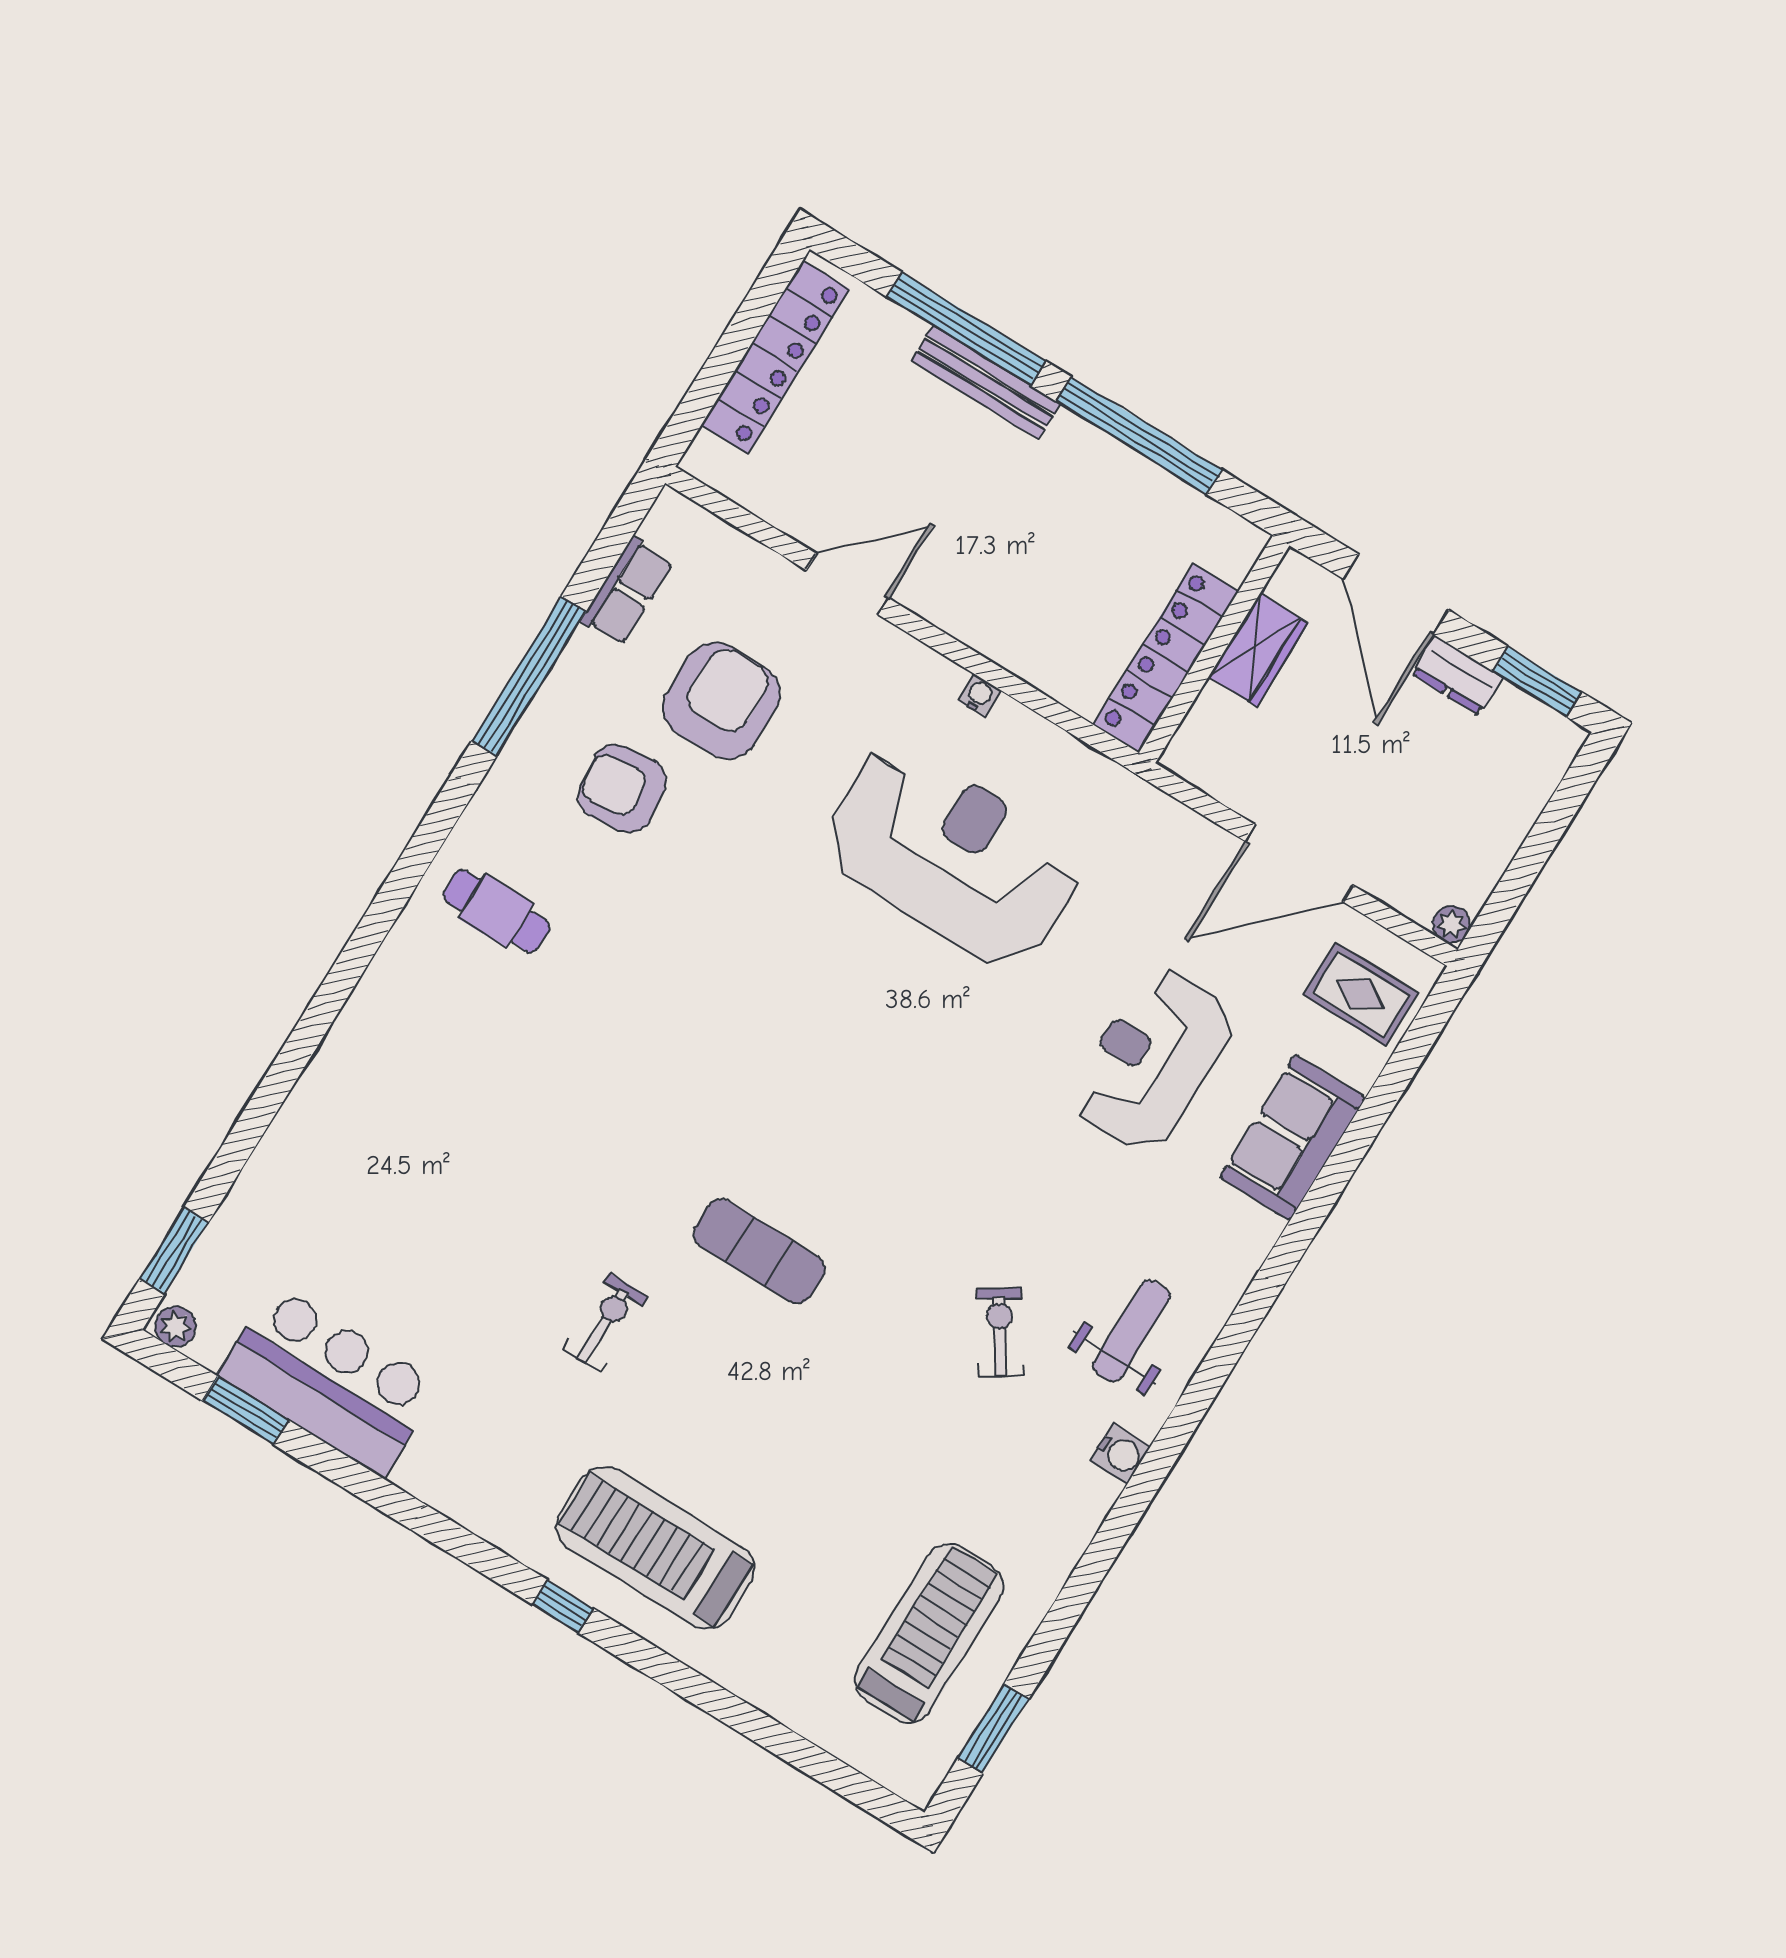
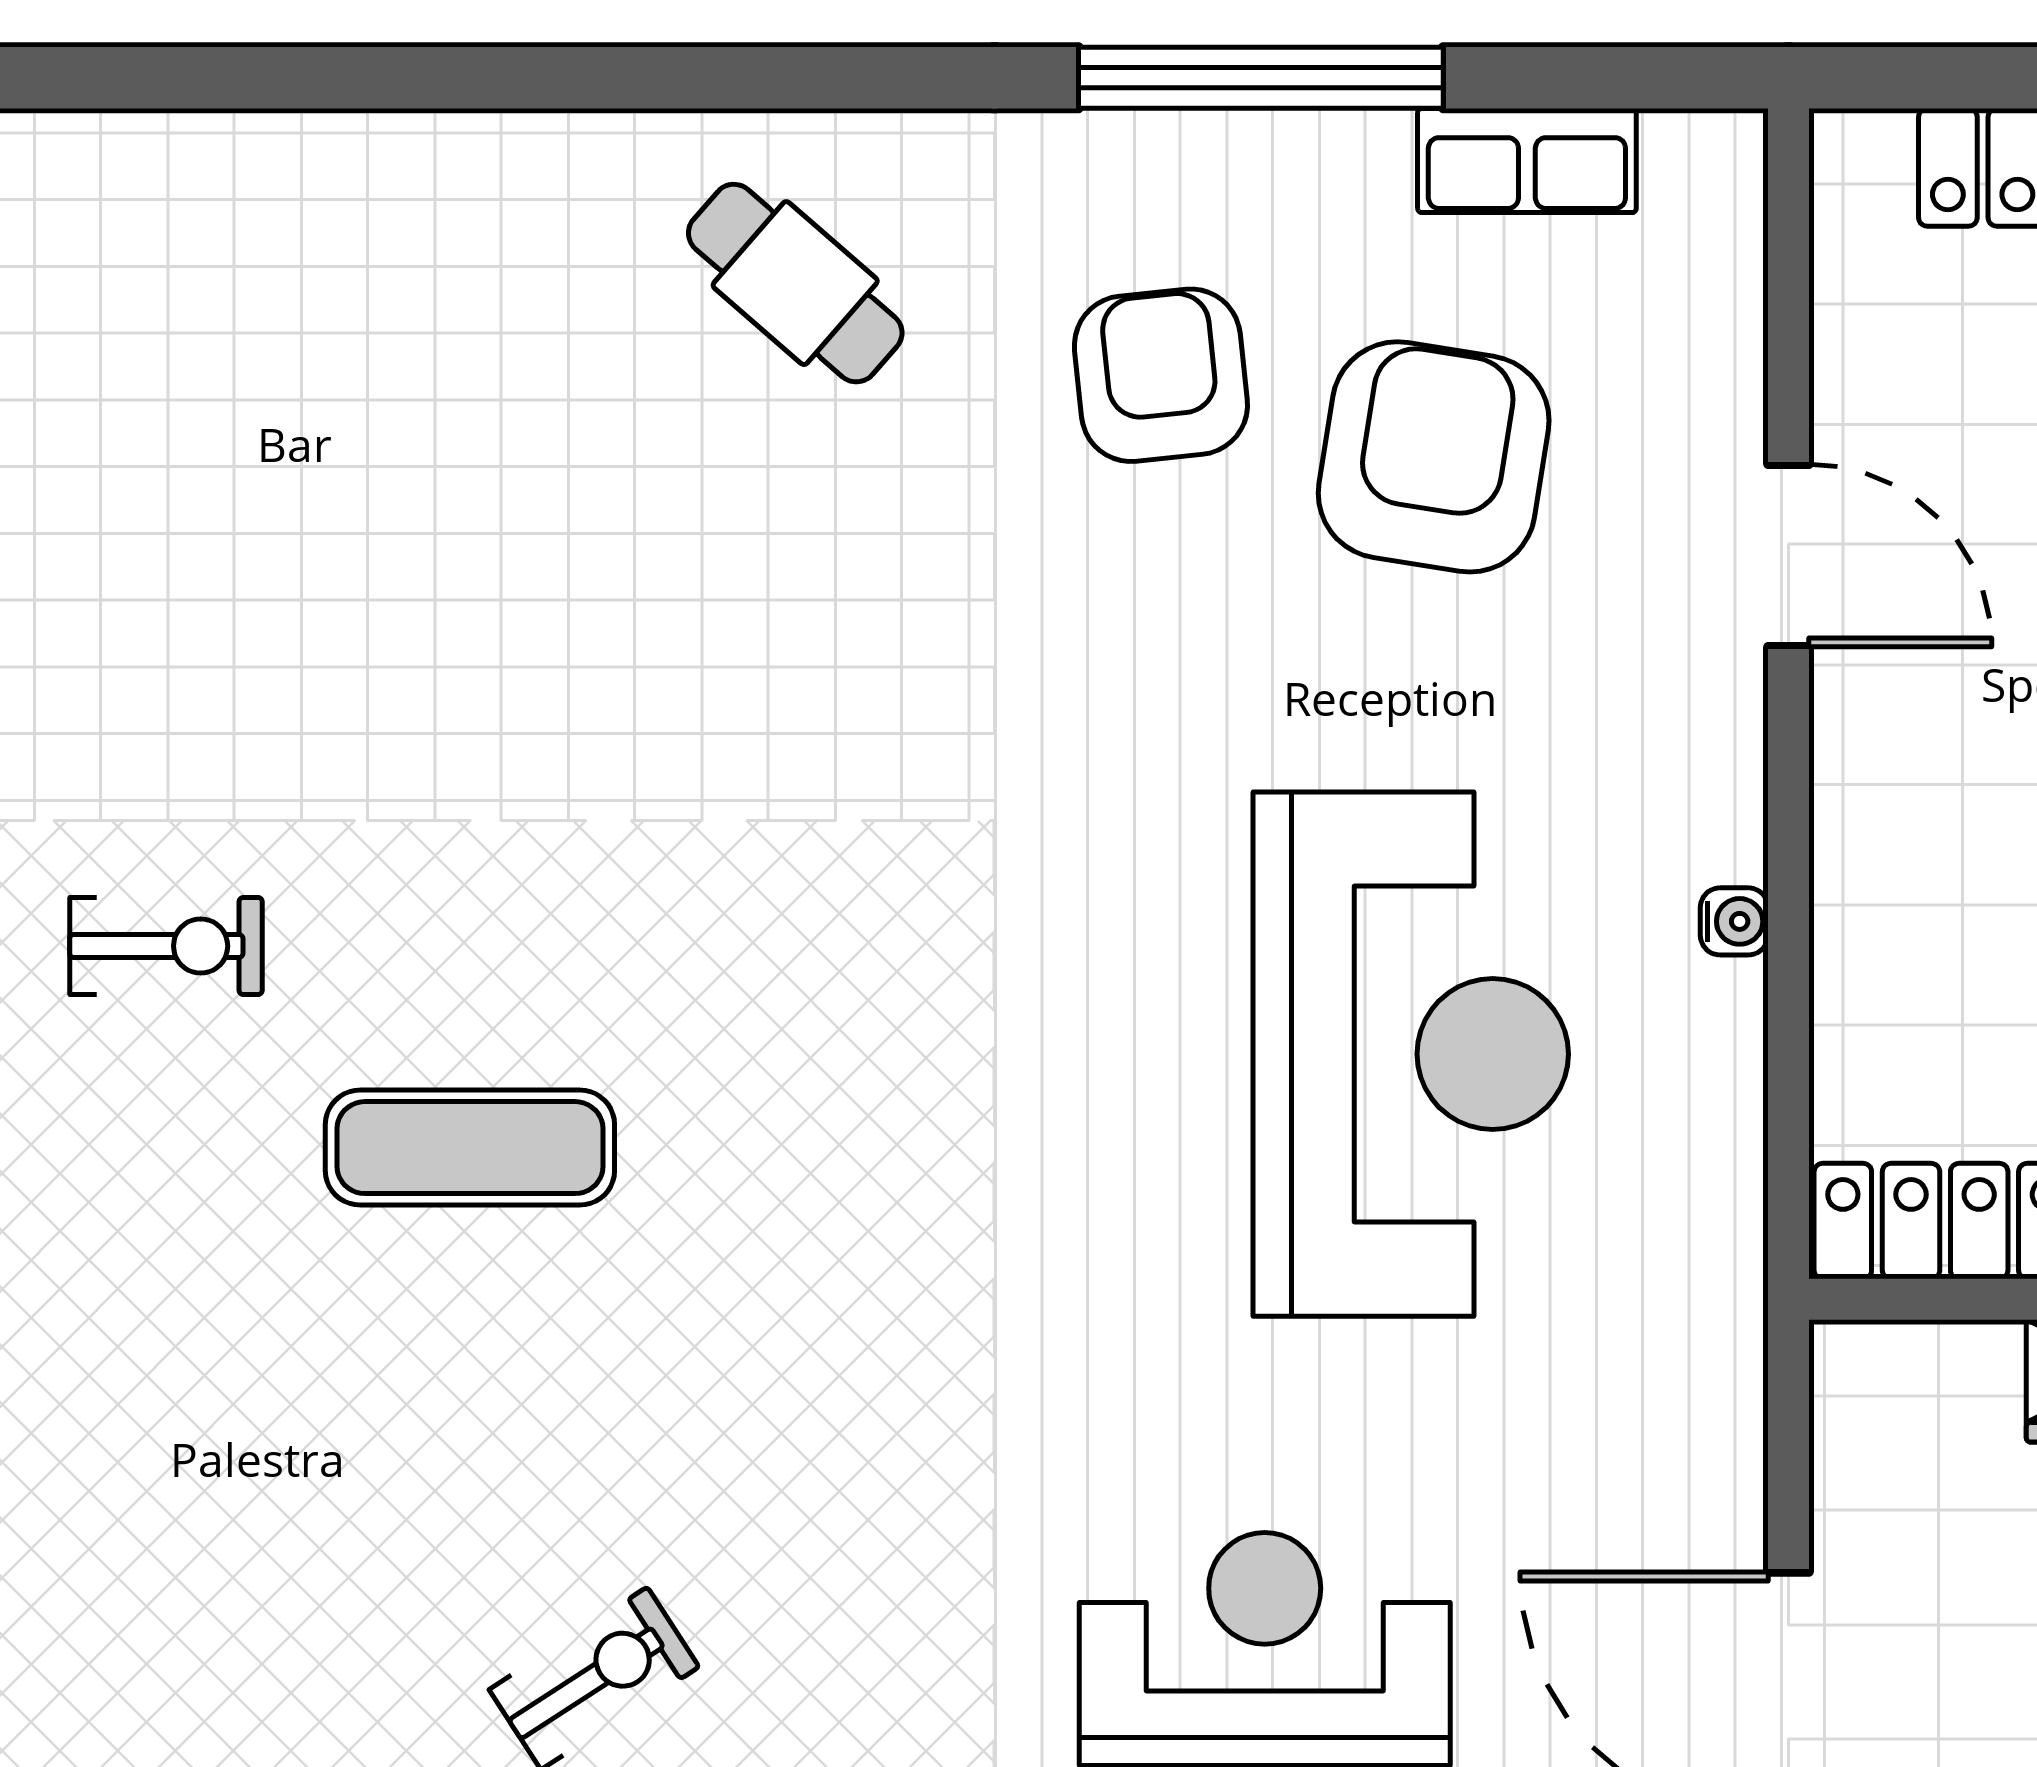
armchair: (721, 701) -> (1434, 457), turned -81
cafe table: (496, 911) -> (795, 283), turned -49
exercise mat: (759, 1251) -> (470, 1148), turned 90

